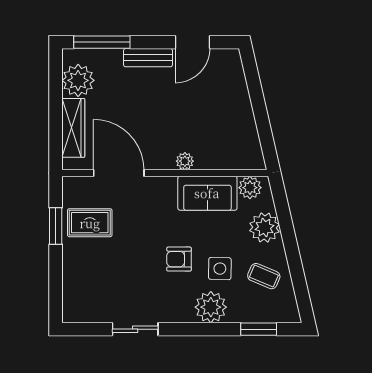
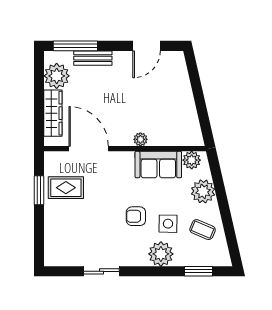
bench: (148, 58) -> (93, 58), moved

